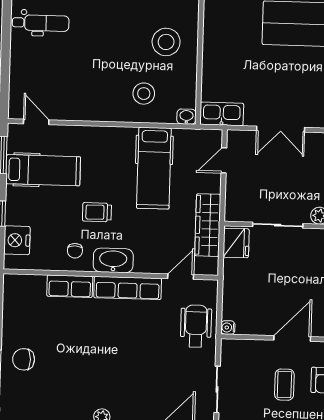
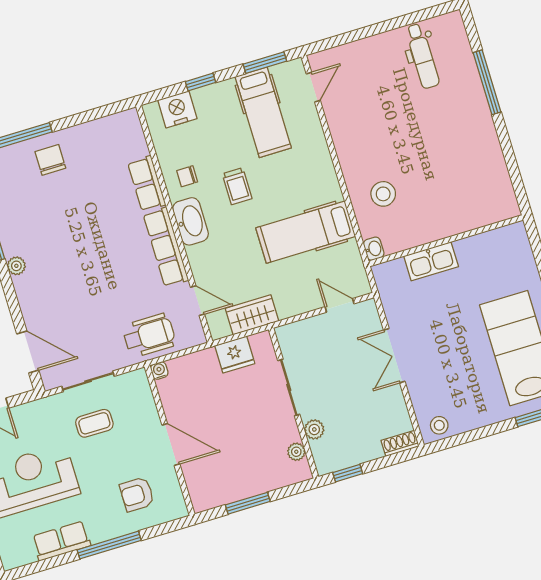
stool: (166, 42) -> (447, 199), removed
kitchen sink: (222, 114) -> (431, 261), moved, turned 90
trolley: (97, 212) -> (237, 186), turned 180
wardrobe: (208, 225) -> (252, 315), width x0.67
fridge: (236, 243) -> (235, 355), moved
coffee table: (284, 385) -> (94, 423), moved

